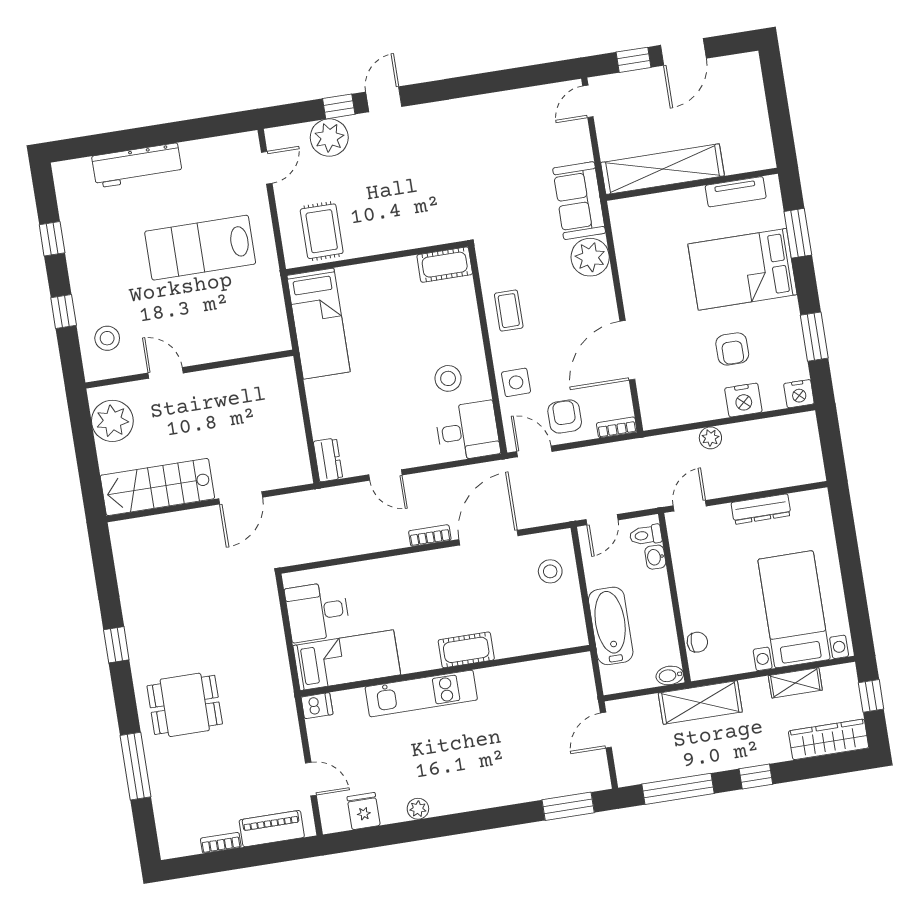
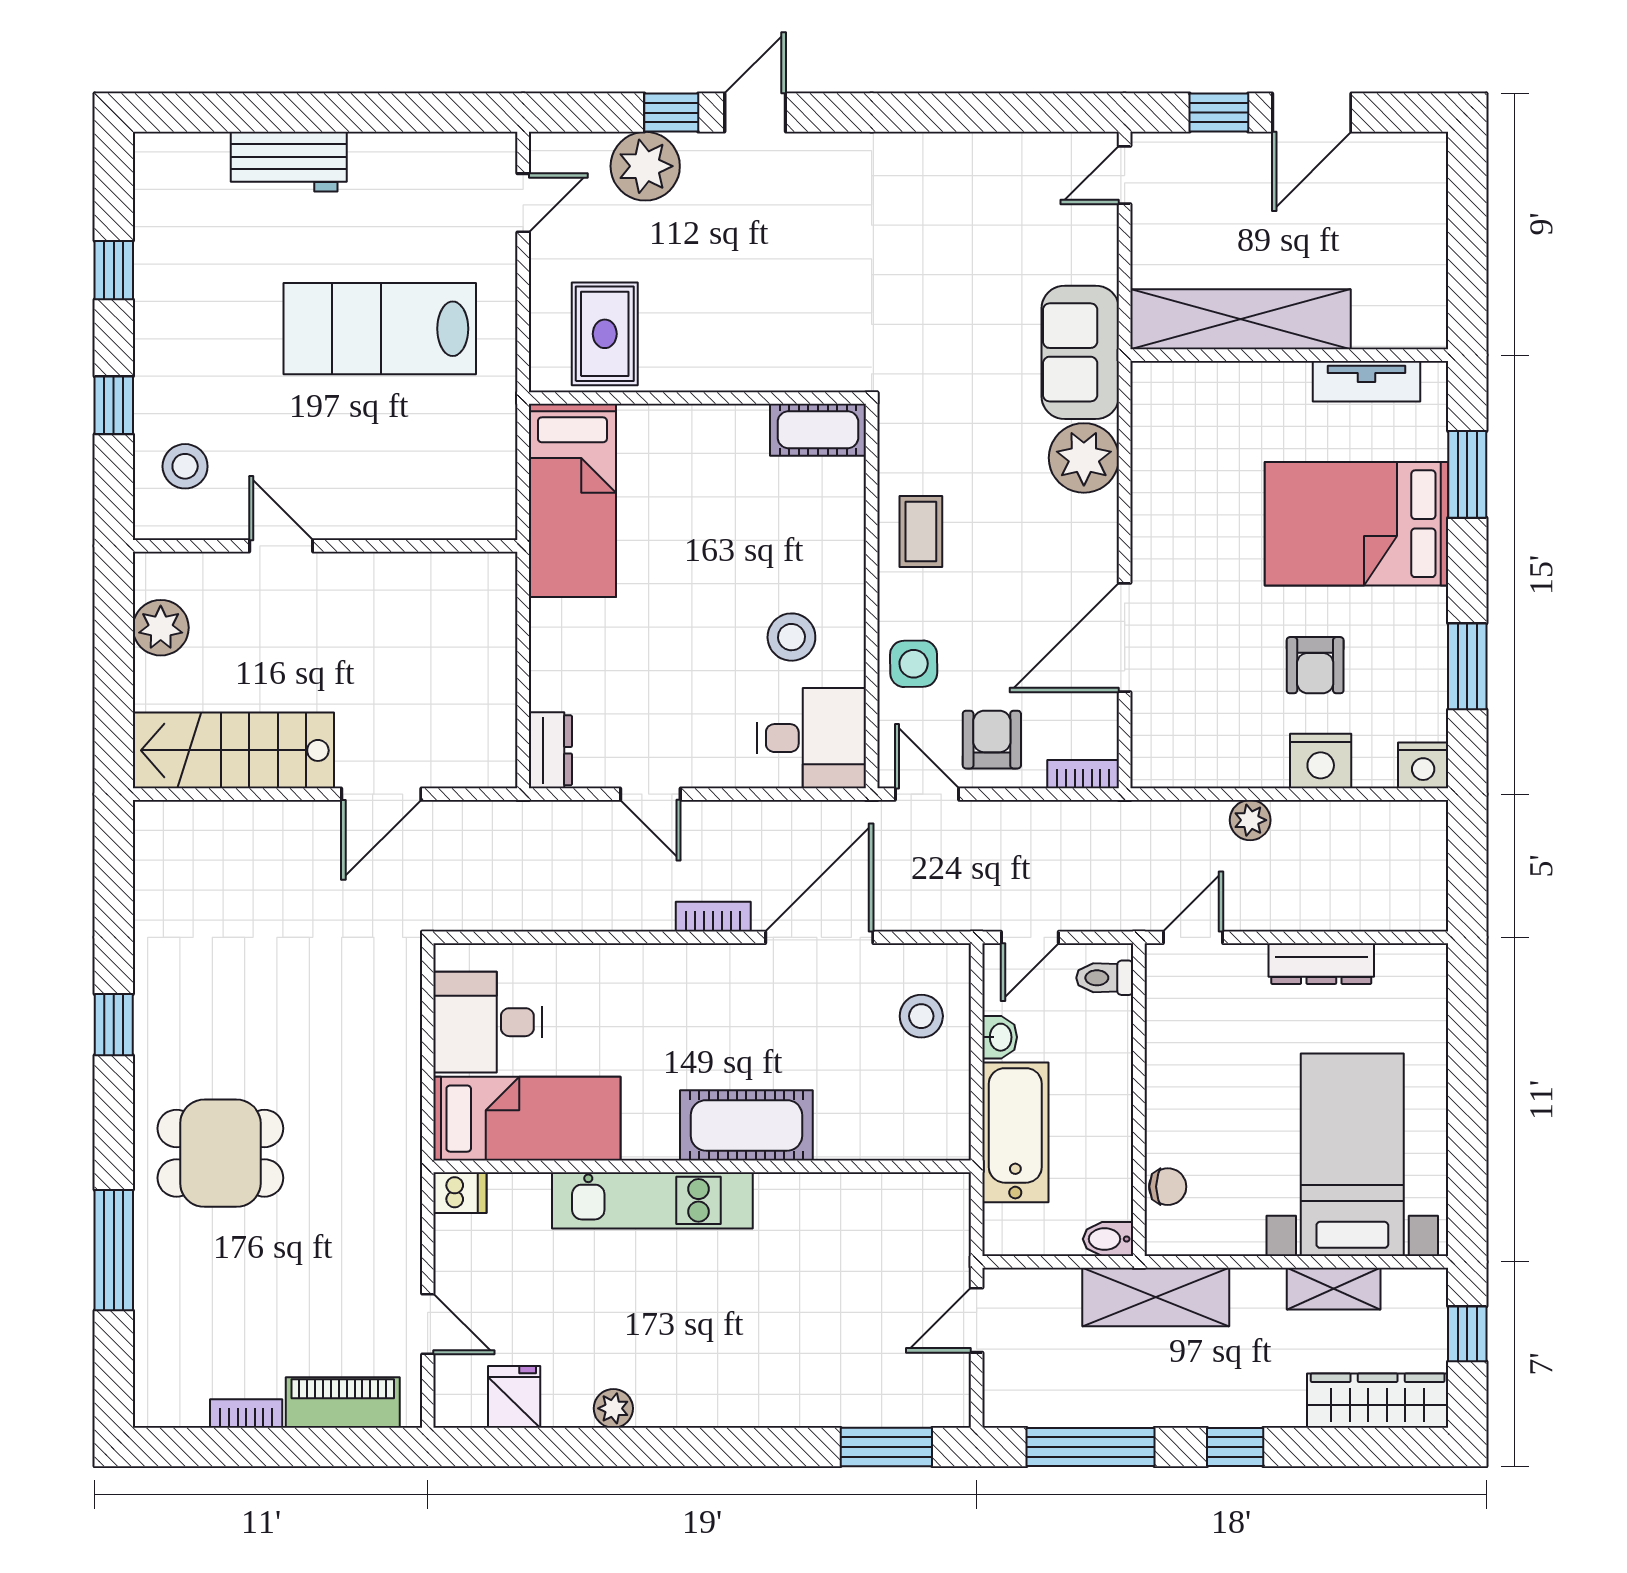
workbench: (137, 165) -> (289, 162), width x0.73
plant: (112, 421) -> (161, 628), width x0.73, depth x0.73
washbasin: (655, 557) -> (1000, 1037), moved, turned 180
cot: (466, 650) -> (746, 1125), width x1.37, depth x1.34

